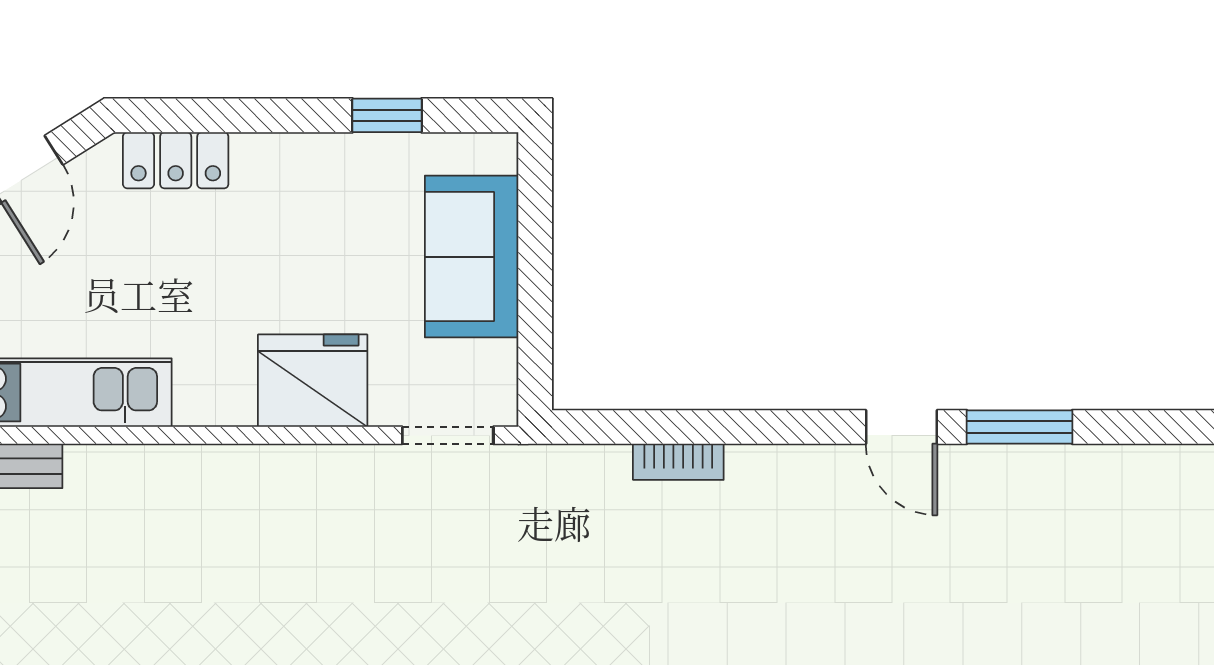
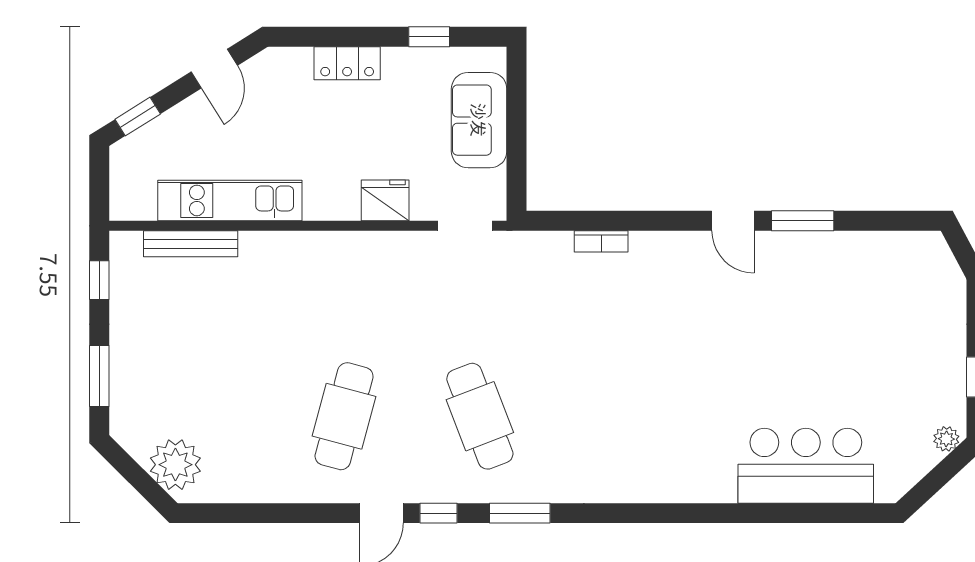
locker: (176, 160) -> (347, 63), moved
fridge: (313, 381) -> (385, 200), width x0.73, depth x0.75

